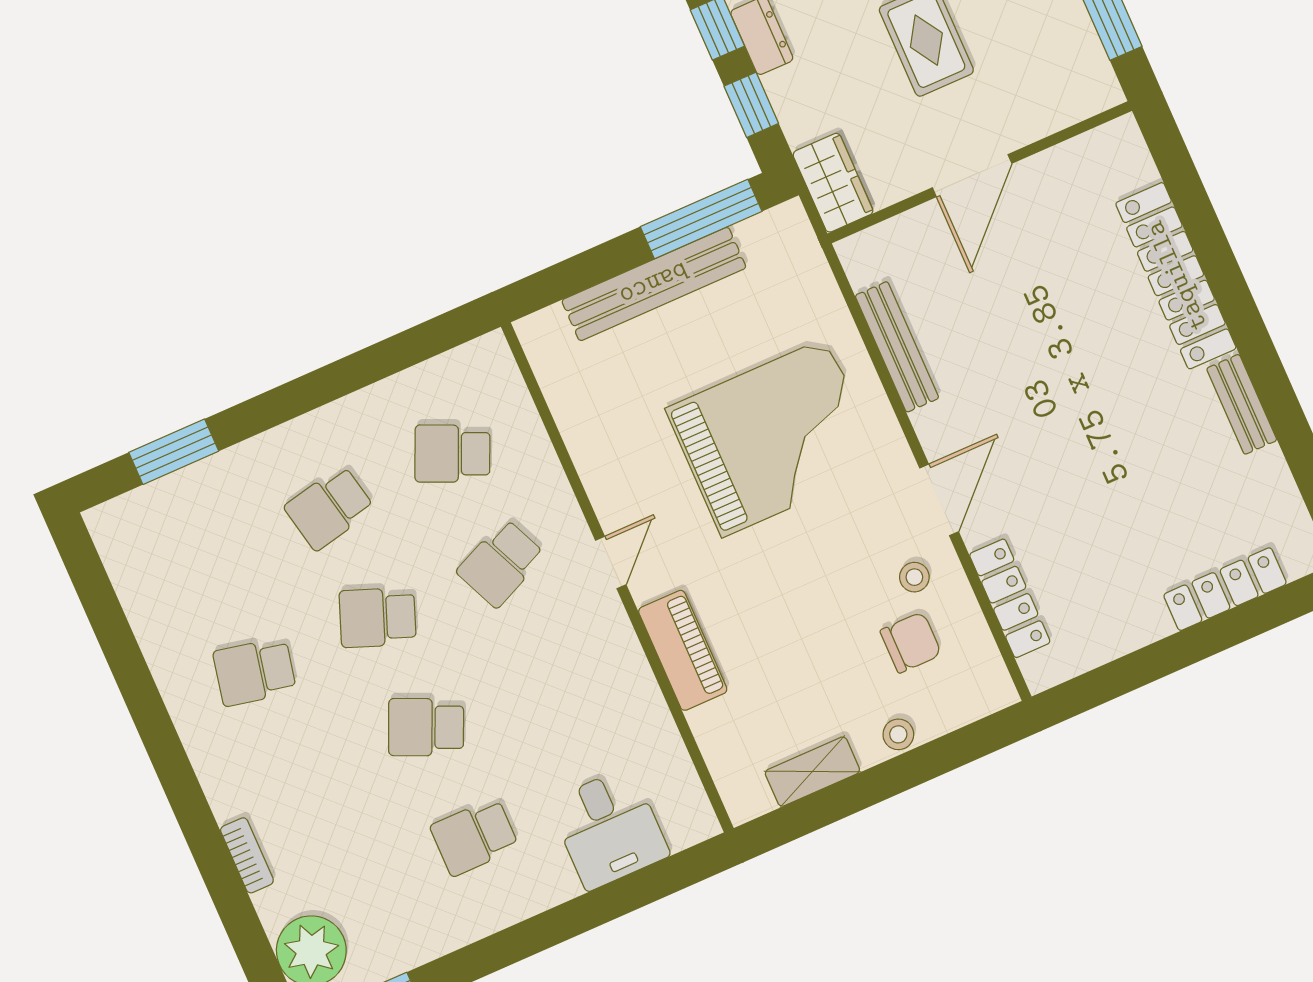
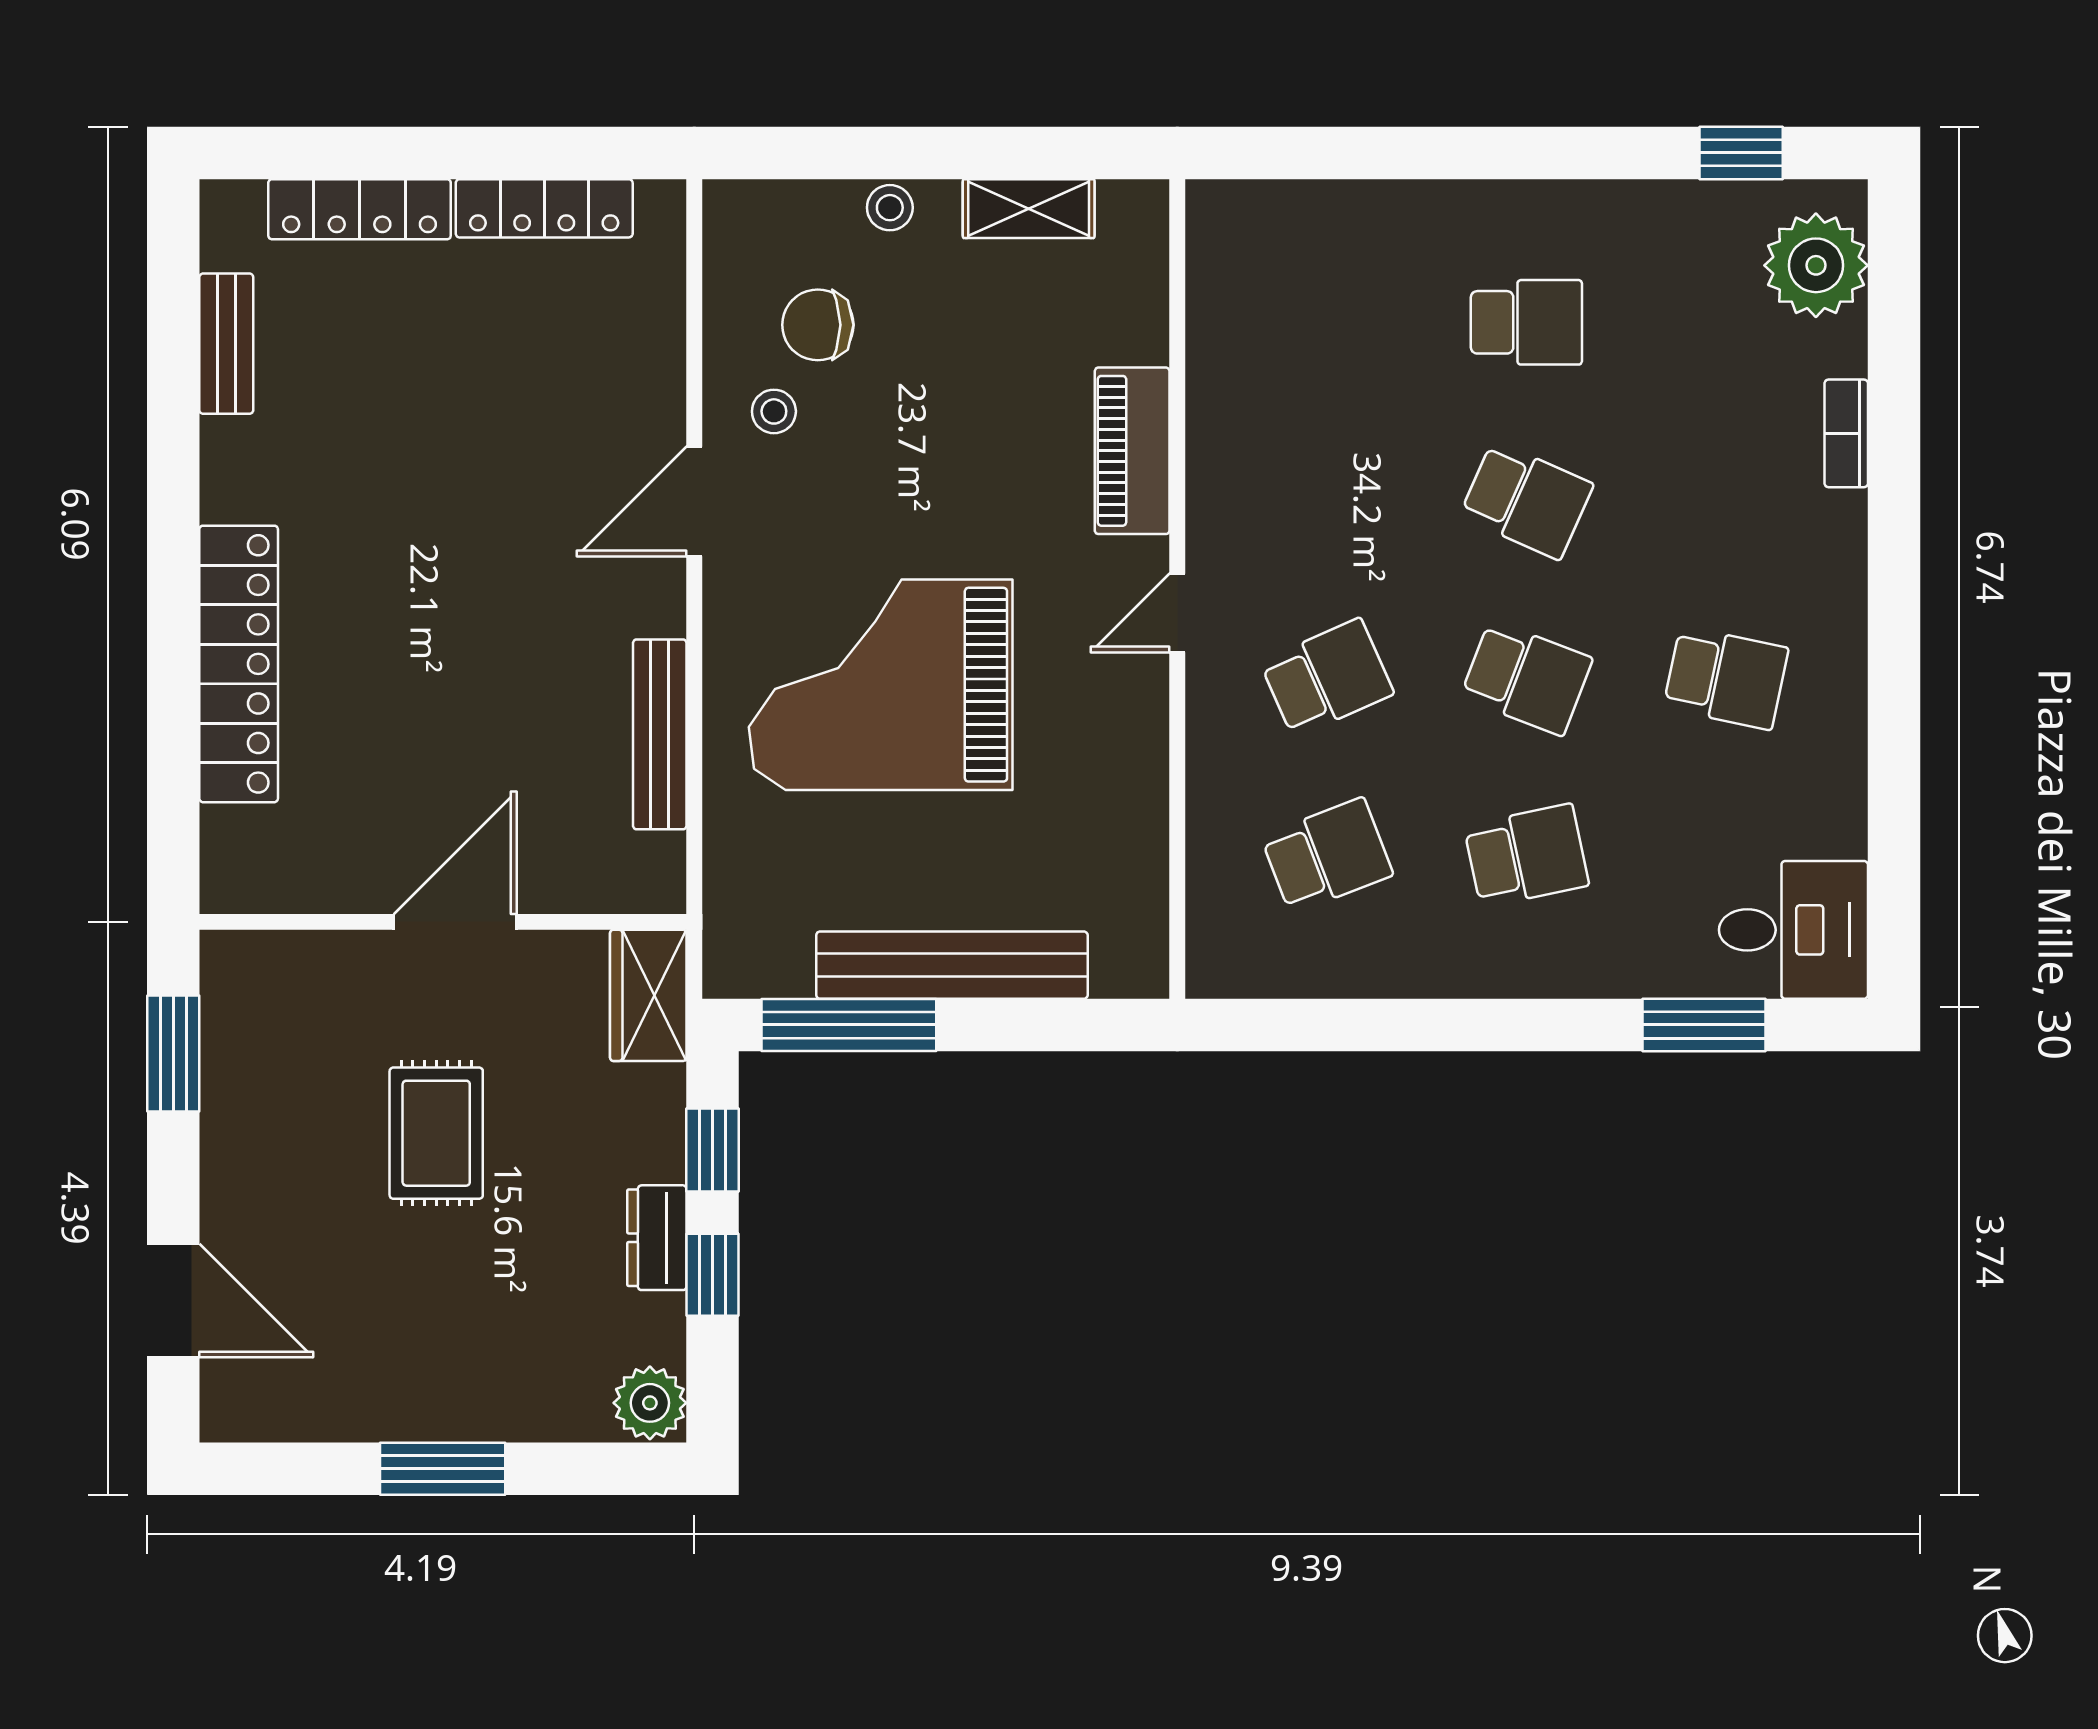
bench: (1242, 404) -> (226, 344), moved
school desk: (452, 454) -> (1327, 856), turned -45
locker: (1010, 598) -> (544, 208), moved, turned -90
desk: (609, 828) -> (1793, 930), moved, turned 90

